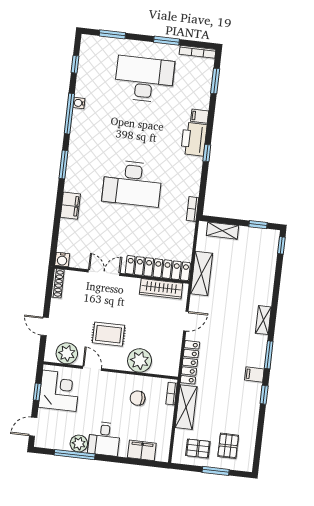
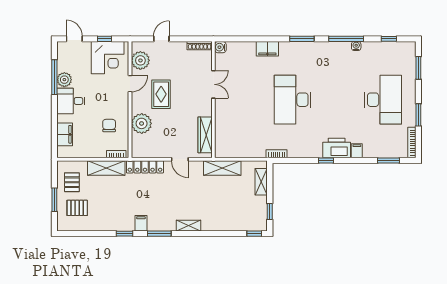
locker: (158, 268) -> (223, 130), removed

